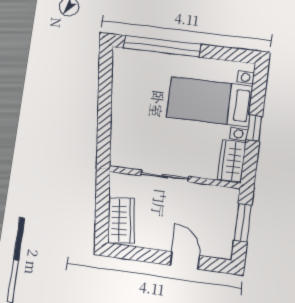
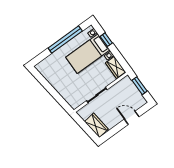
window: (162, 46) -> (65, 40), moved
window: (254, 128) -> (106, 40), moved

